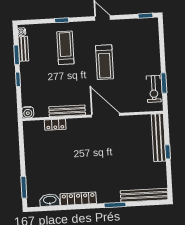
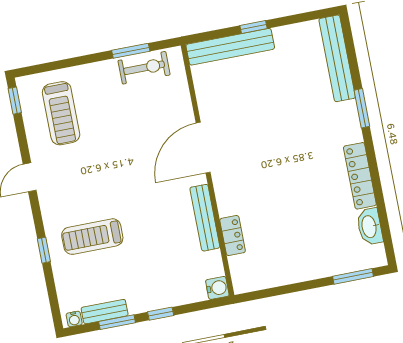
treadmill: (104, 62) -> (61, 113), moved, turned 90

